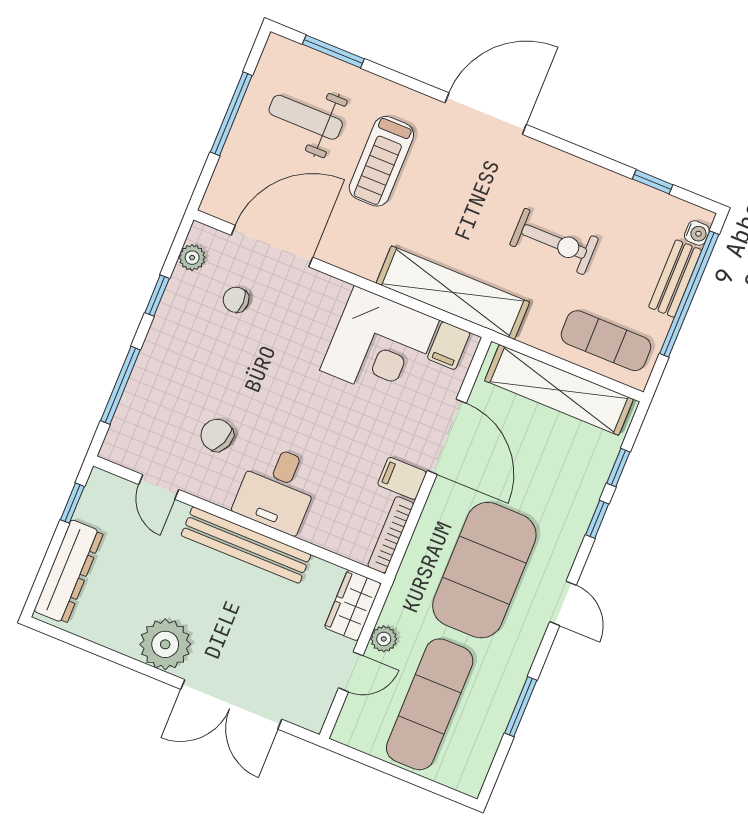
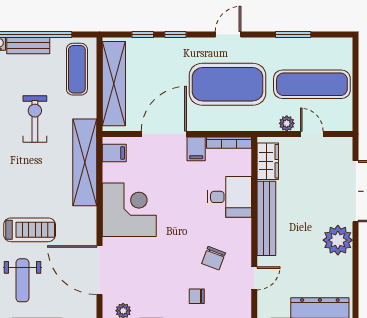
chair: (236, 300) -> (197, 296), moved, turned 90
corner desk: (380, 345) -> (129, 210), moved
desk: (277, 489) -> (229, 197), moved
wardrobe: (353, 605) -> (268, 161), moved, turned -90

